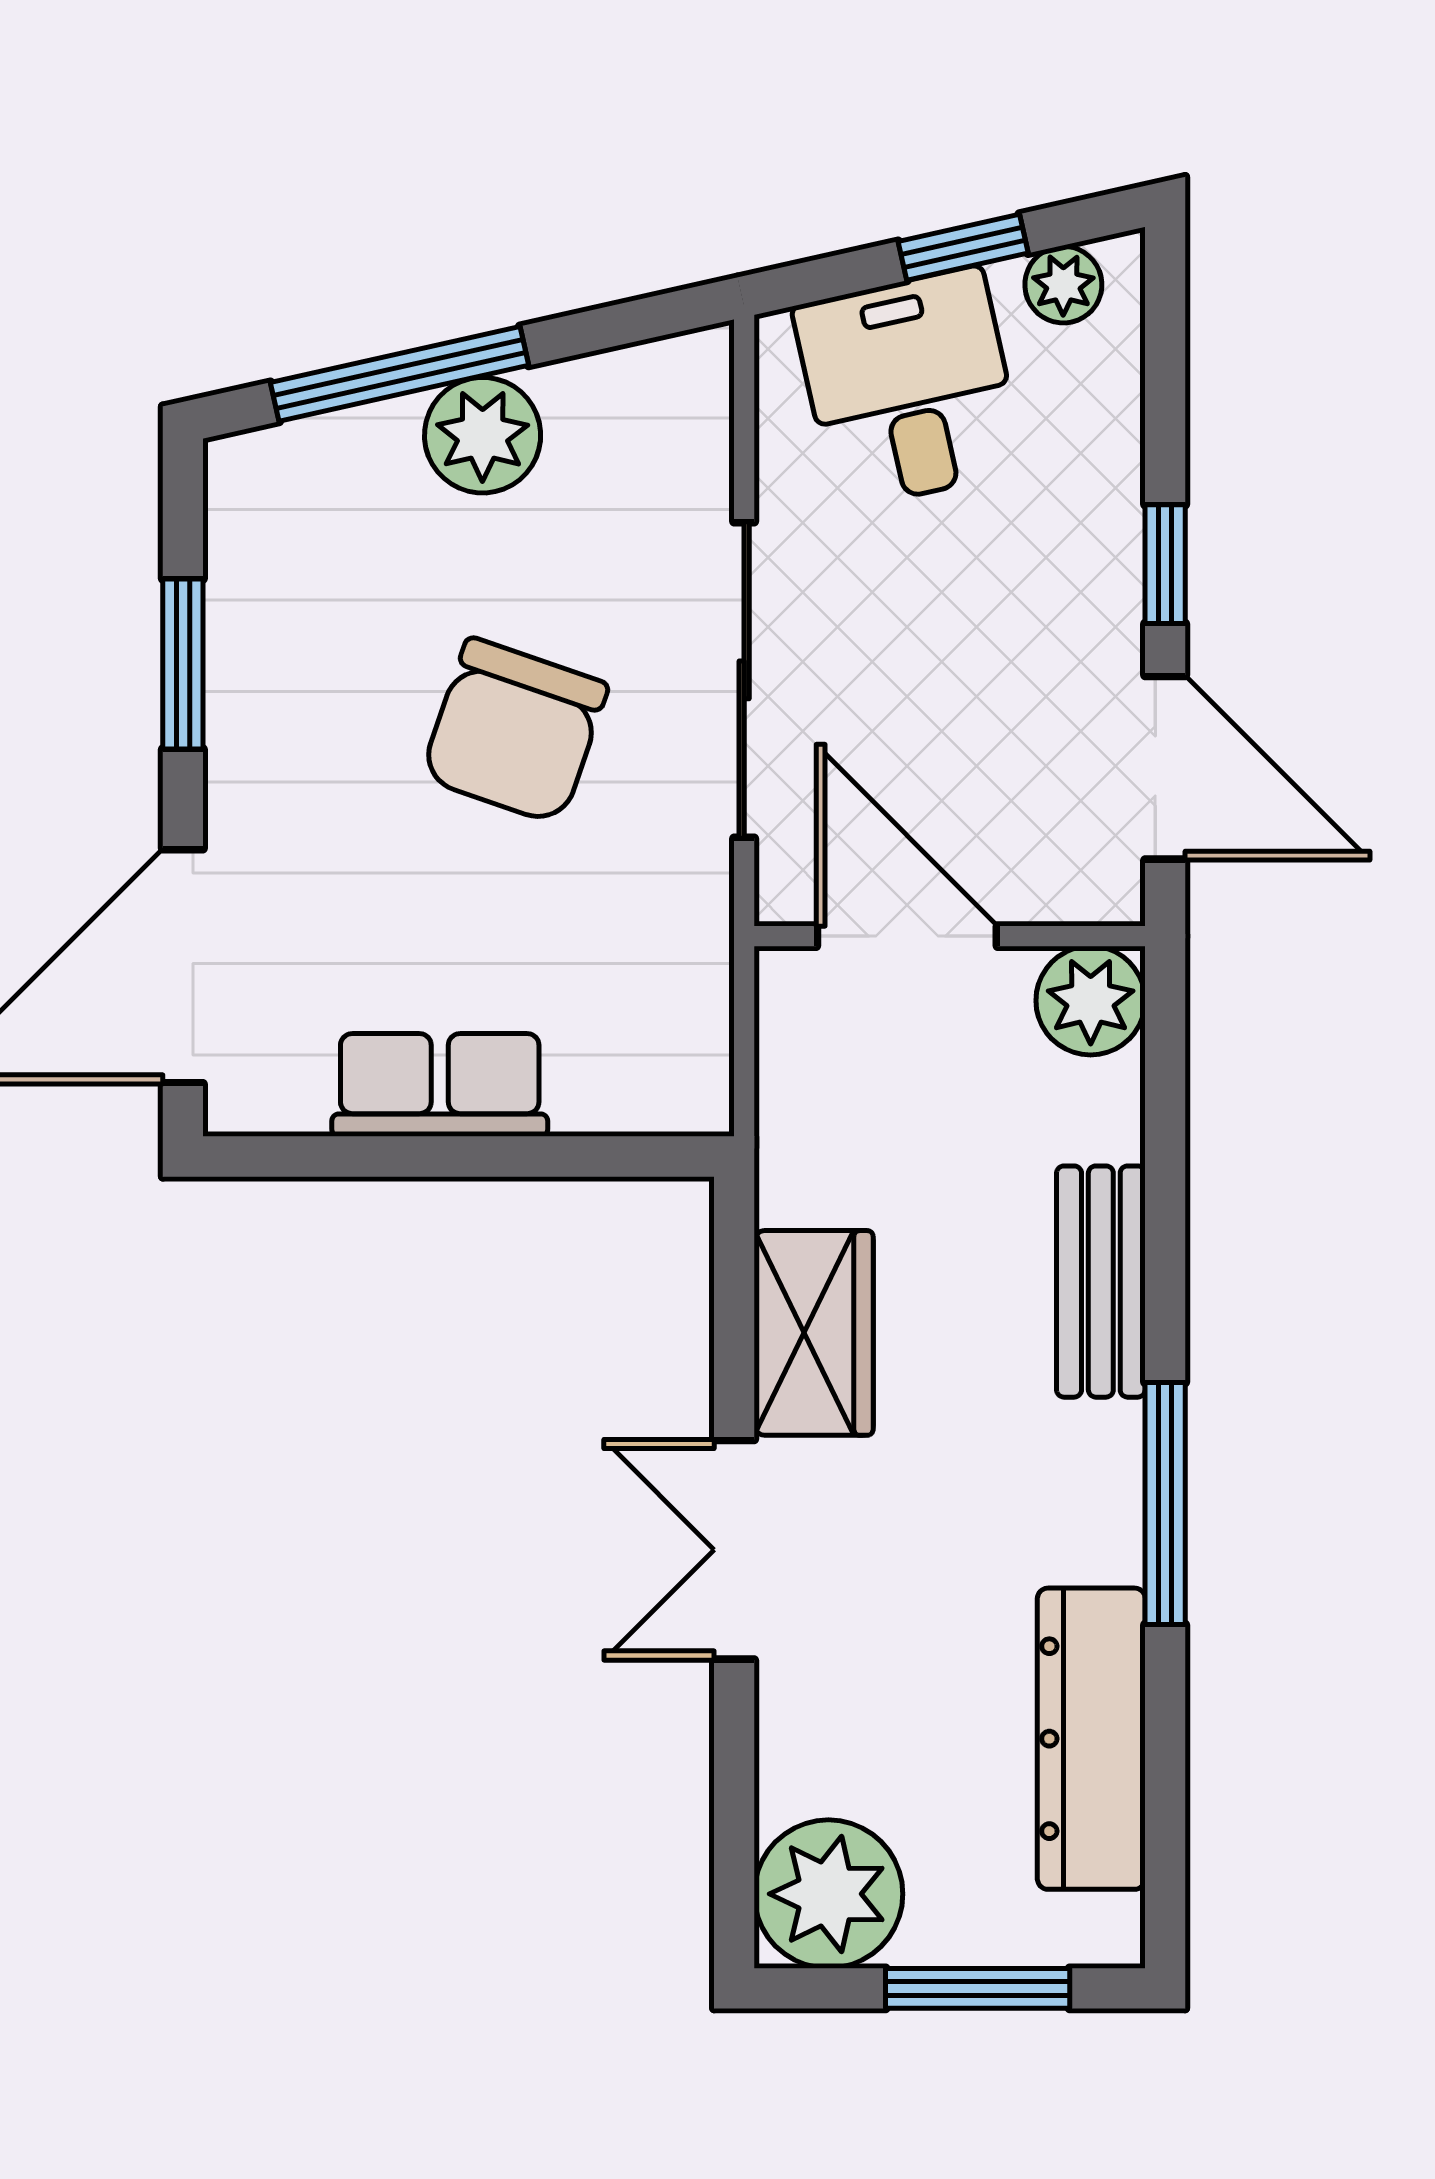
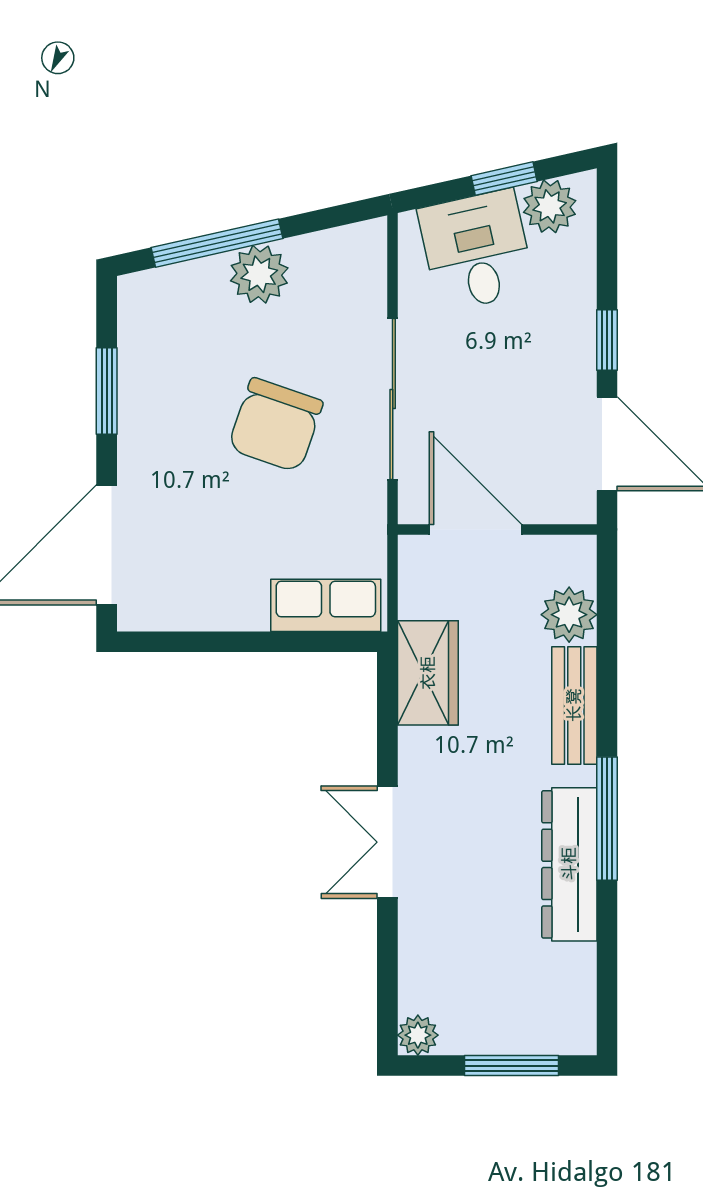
plant: (1063, 285) -> (550, 206), width x1.38, depth x1.38
plant: (1091, 1001) -> (569, 615), moved
row of seats: (440, 1085) -> (326, 605), moved
wardrobe: (814, 1333) -> (428, 673), moved
dresser: (1091, 1739) -> (569, 864), moved
plant: (828, 1894) -> (418, 1035), width x0.53, depth x0.53

